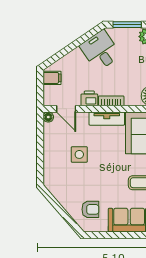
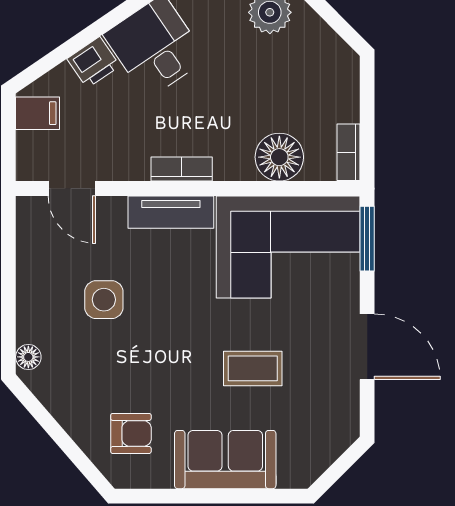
printer: (89, 98) -> (93, 62), moved, turned 146
floor lamp: (48, 117) -> (28, 357), moved

